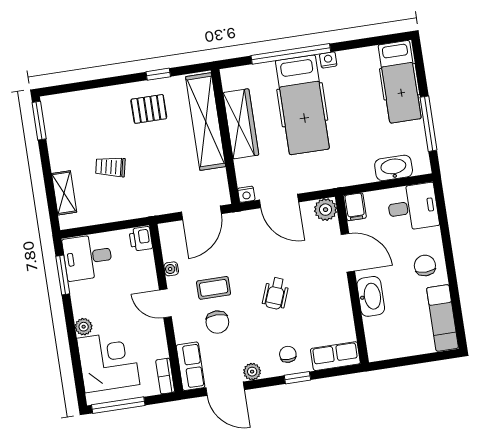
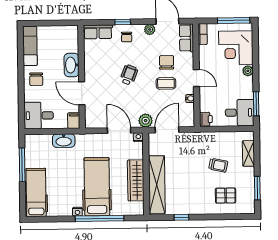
pallet: (149, 109) -> (226, 196), moved
window: (39, 121) -> (257, 188), moved
washbasin: (394, 168) -> (64, 141), moved
plant: (326, 210) -> (146, 121), moved

